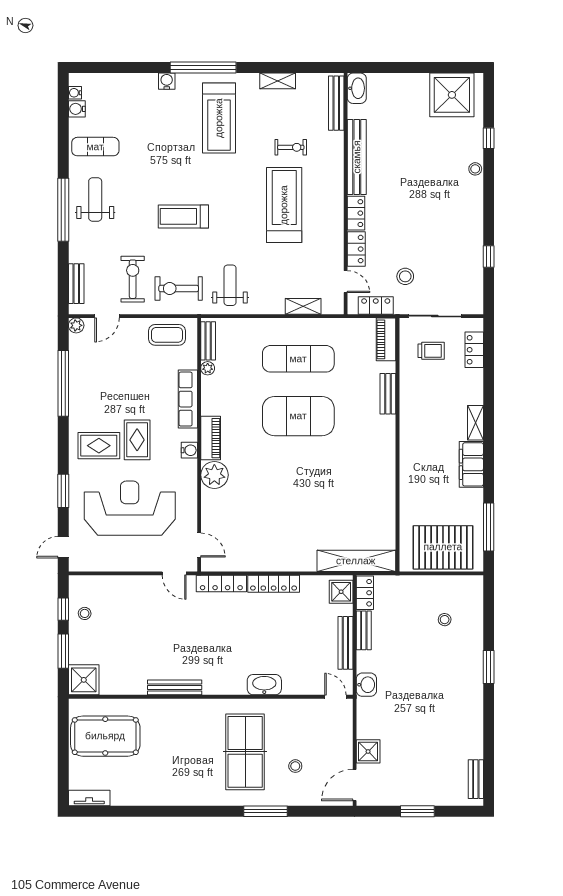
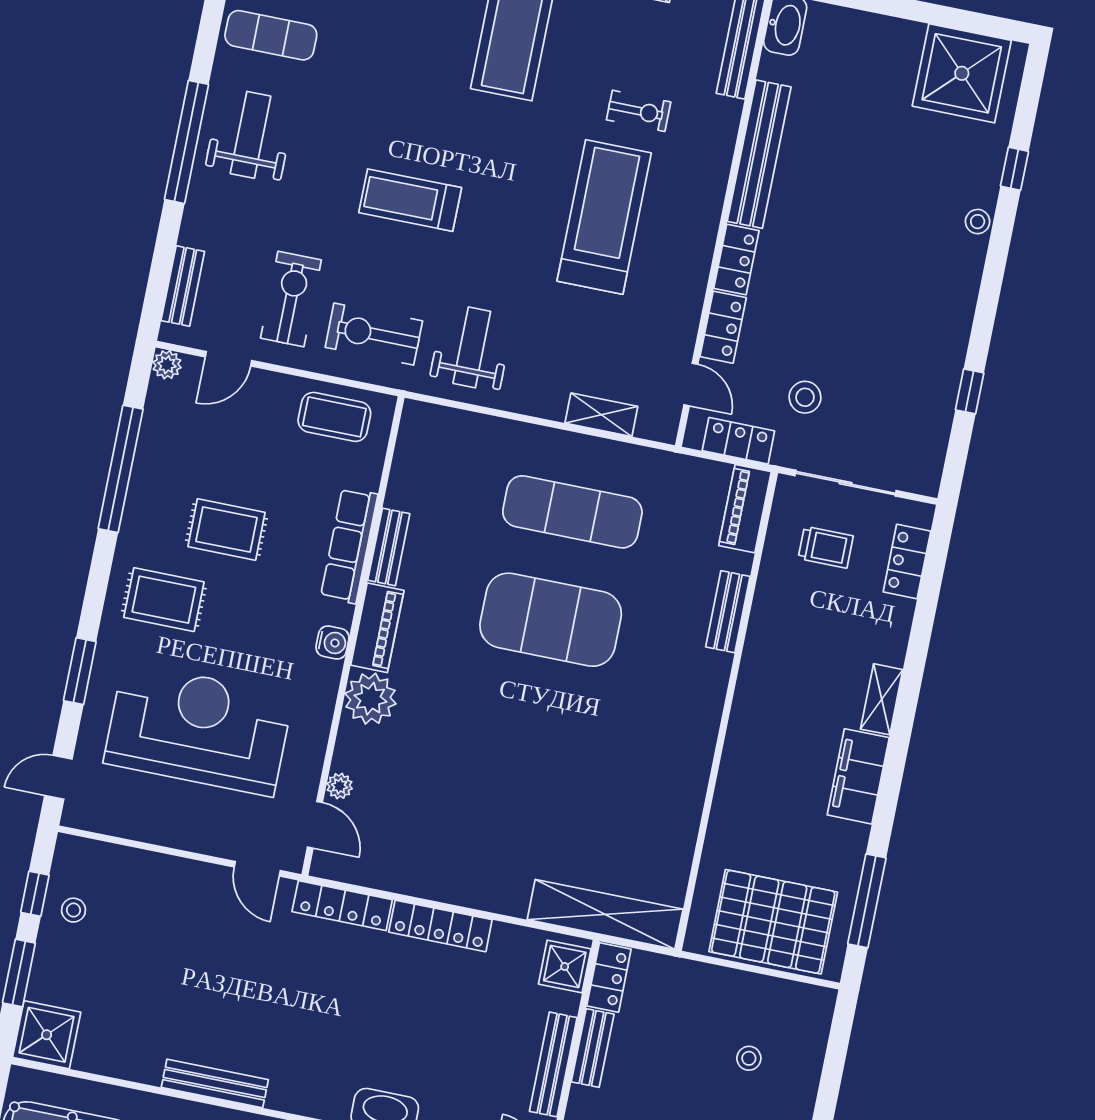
bench: (208, 341) -> (389, 547), moved
plant: (208, 368) -> (340, 786), moved
rug: (137, 440) -> (226, 530), moved, turned 90

